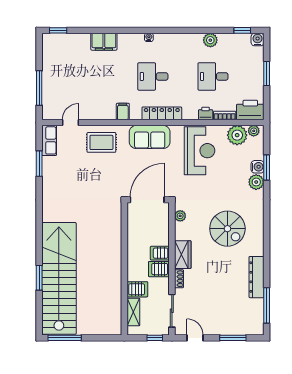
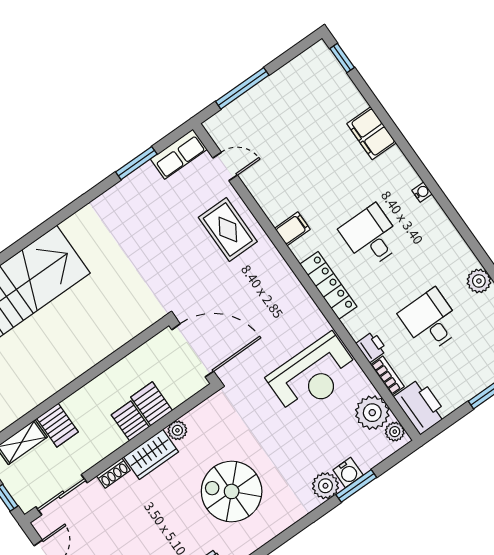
sofa: (150, 137) -> (283, 292), removed
plant: (180, 216) -> (177, 430), moved
spiral stairs: (227, 229) -> (232, 491), turned 90
server rack: (159, 269) -> (152, 404), moved

